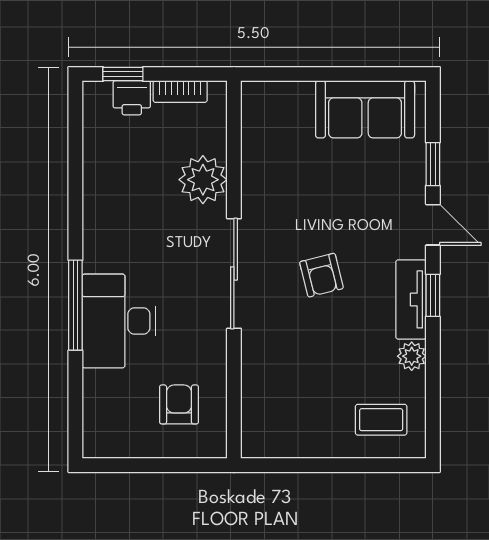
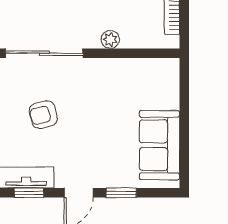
plant: (203, 180) -> (110, 39), width x0.53, depth x0.53

